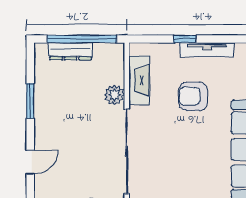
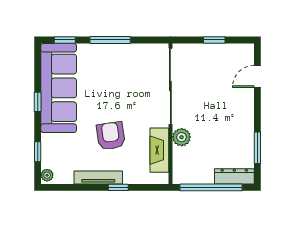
dresser: (71, 51) -> (234, 176), moved
armchair: (193, 96) -> (111, 136), turned -98
window: (30, 101) -> (257, 148), moved

